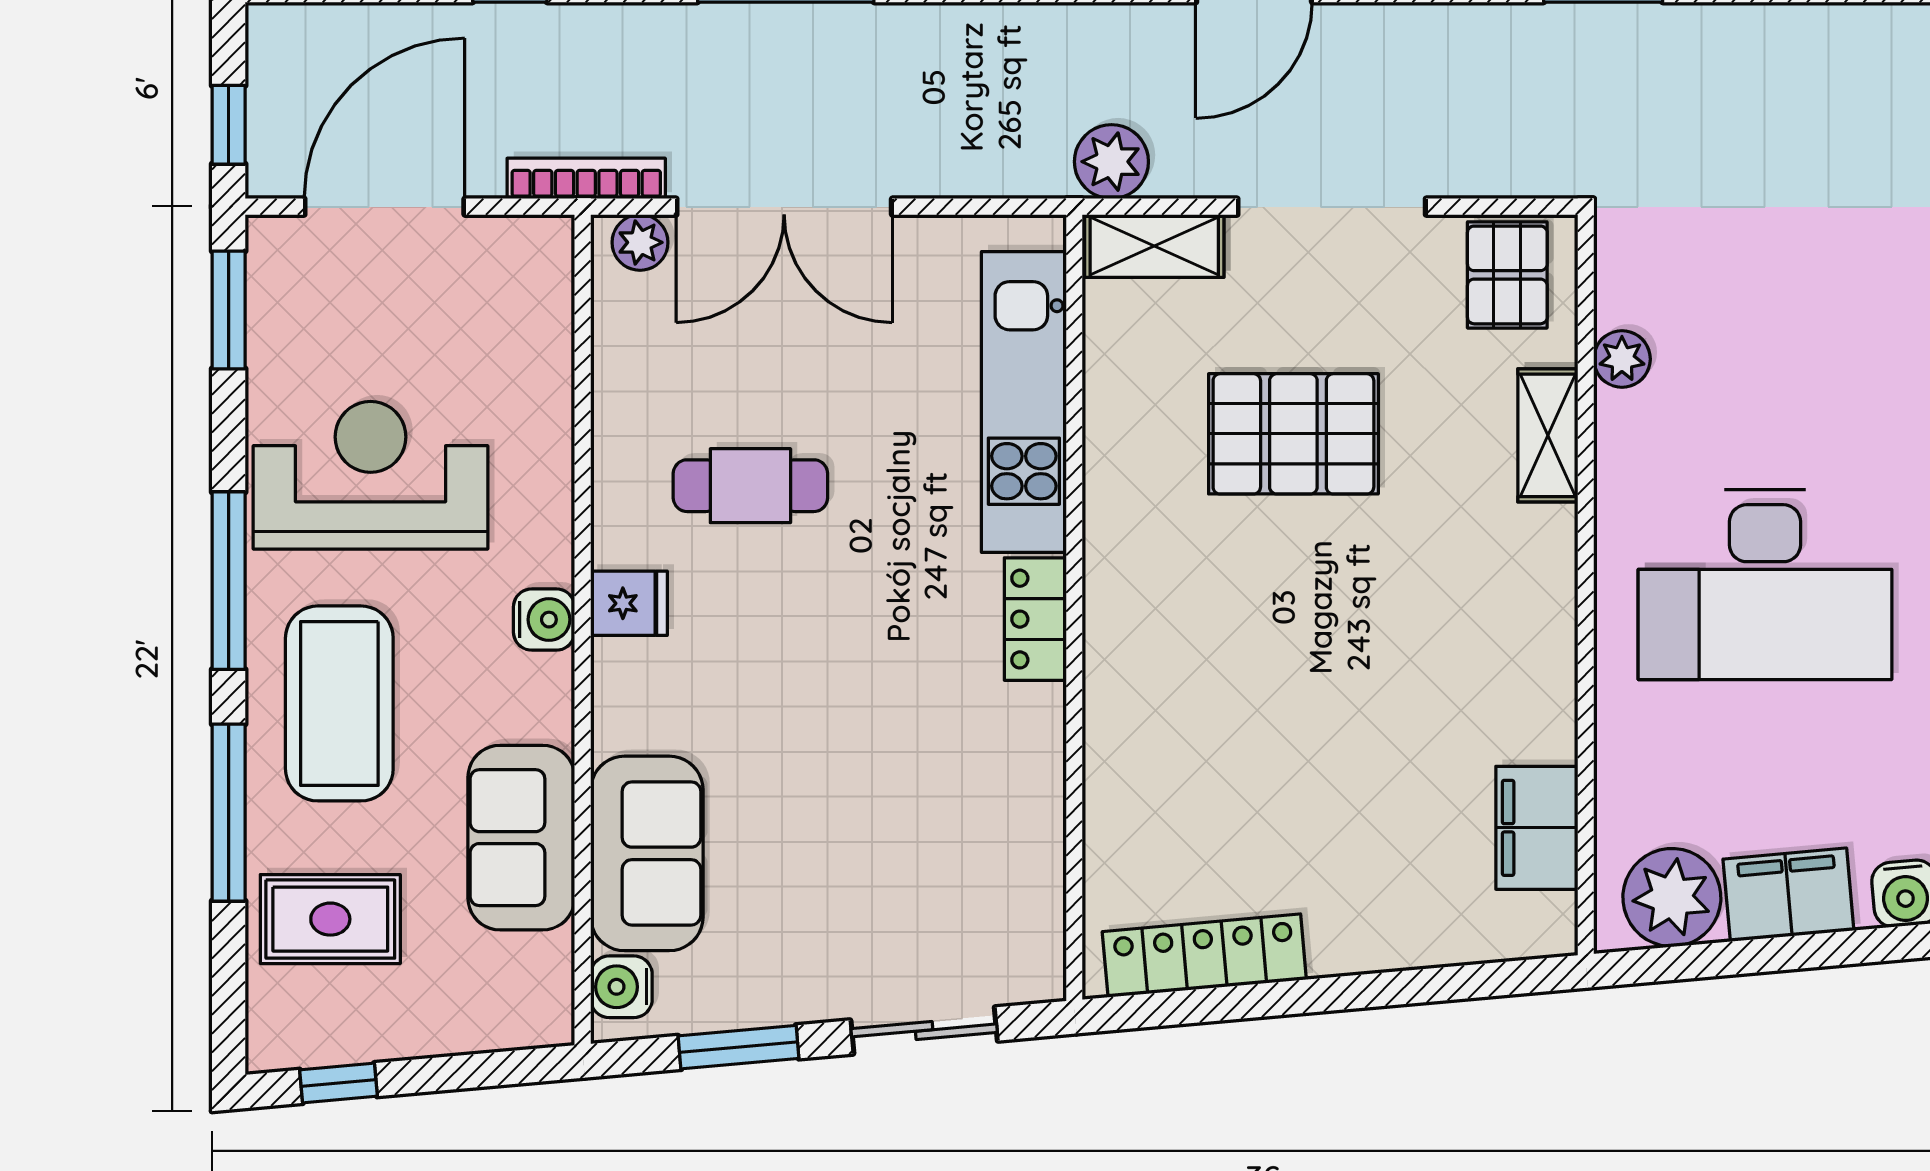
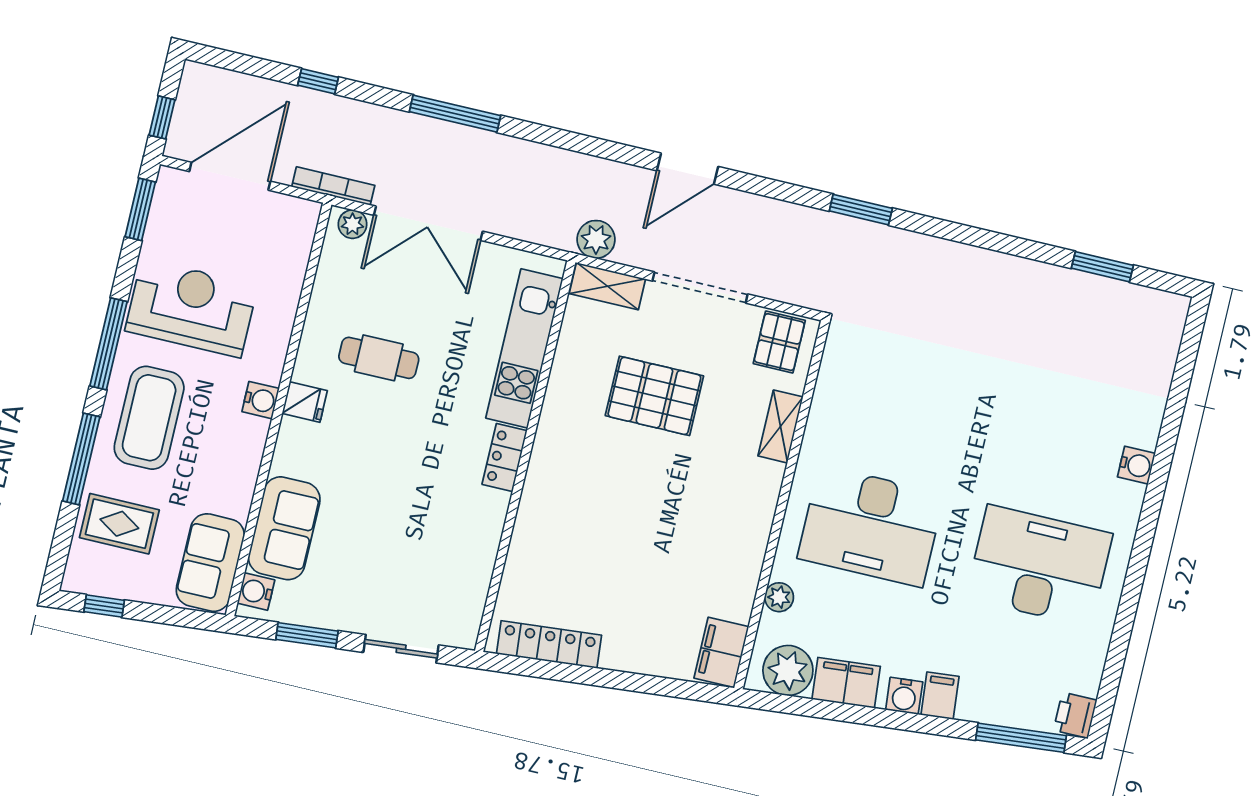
plant: (1622, 359) -> (779, 597), moved
filing cabinet: (1537, 828) -> (721, 652), moved
sofa: (521, 838) -> (210, 563), moved

